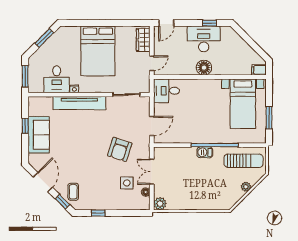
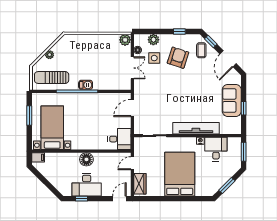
armchair: (120, 149) -> (178, 58), moved
plant: (128, 204) -> (153, 40), added

